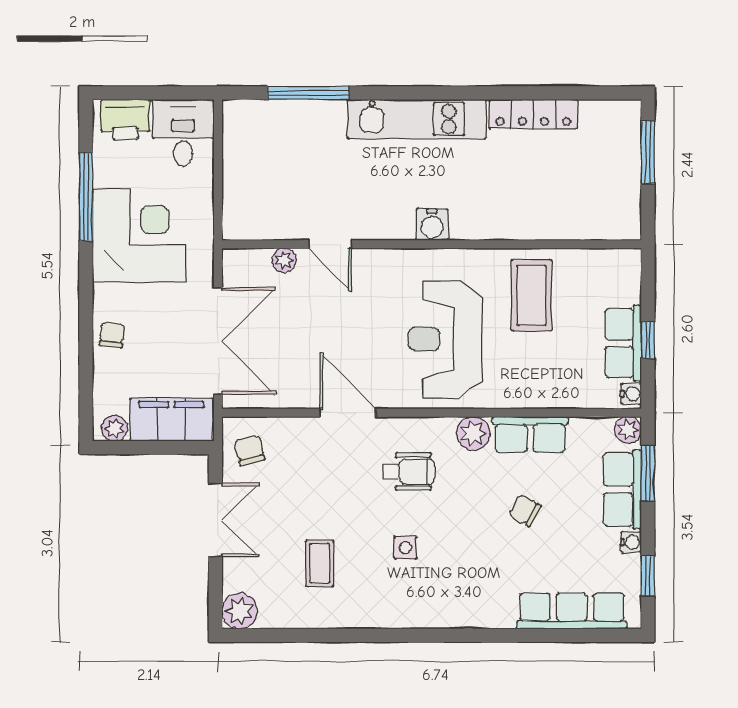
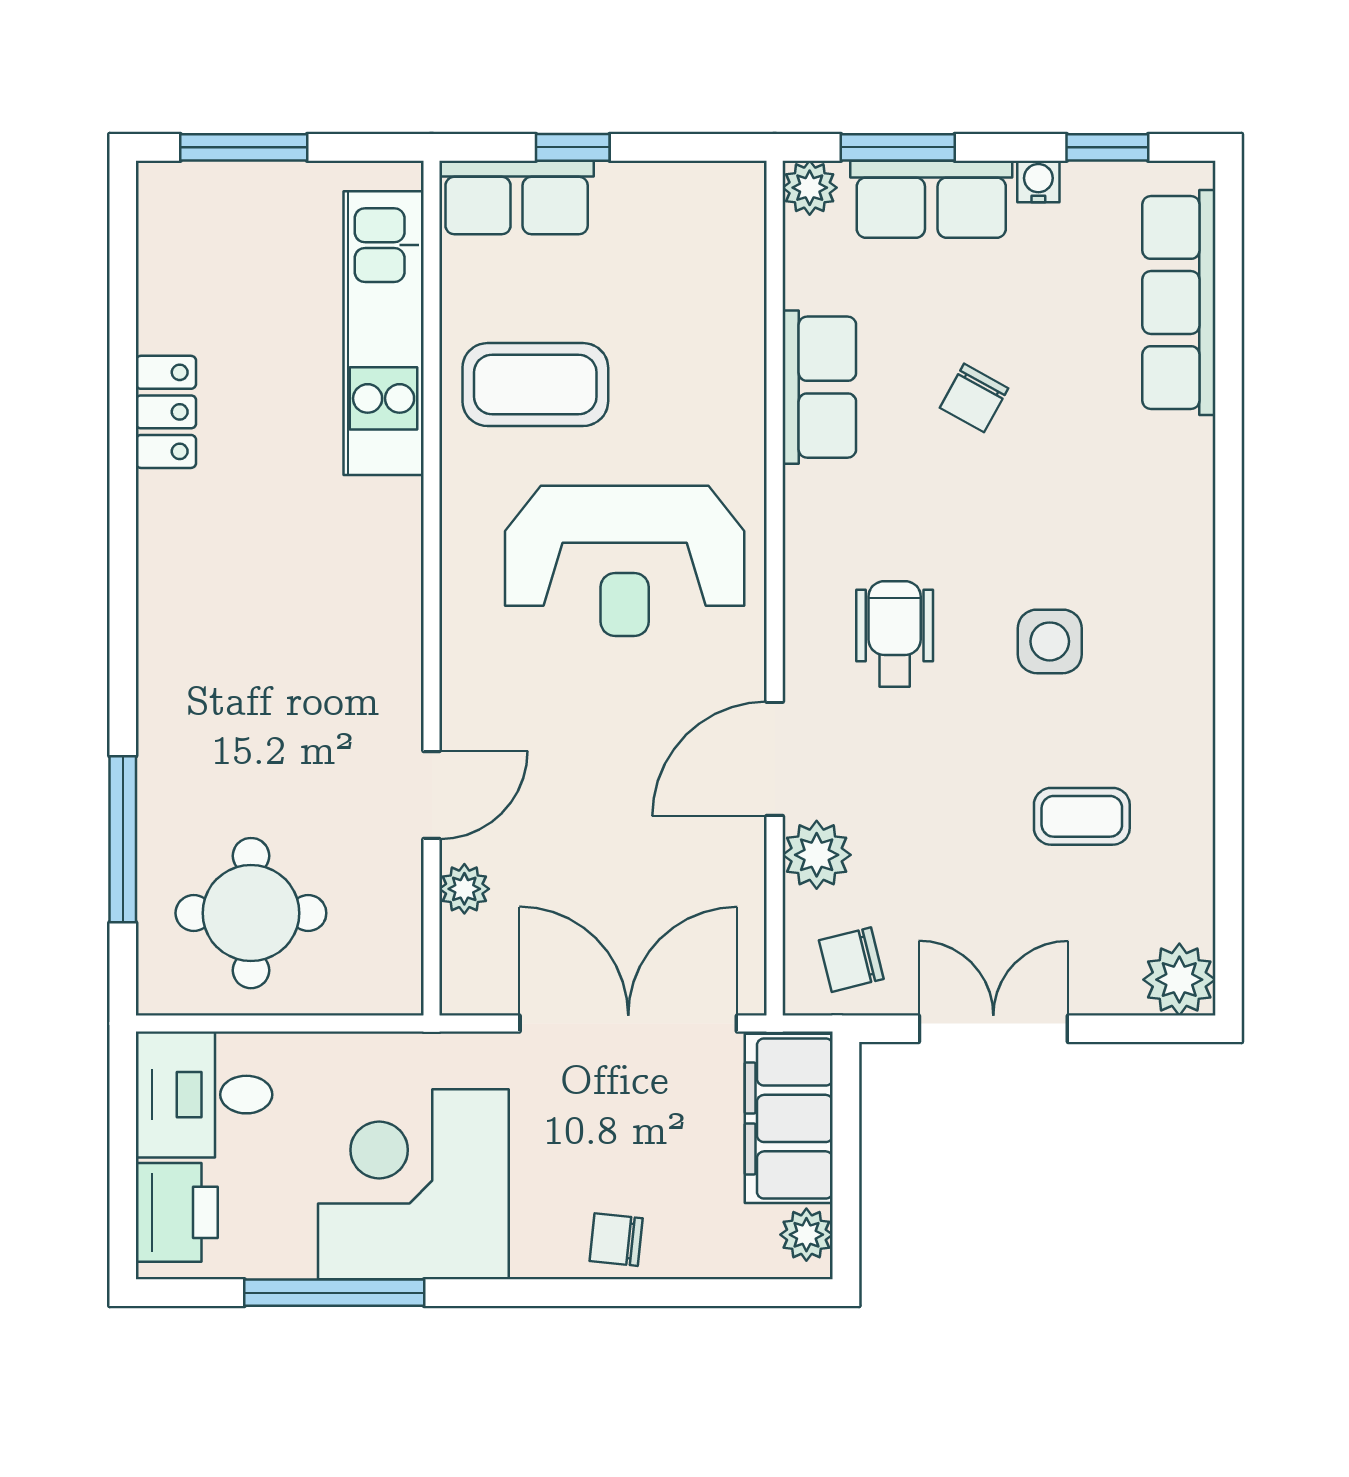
locker: (533, 114) -> (166, 412), width x0.66
kitchen unit: (417, 119) -> (384, 333), moved, turned 180
round table: (272, 156) -> (251, 913), added
water cooler: (432, 225) -> (391, 587), removed
window: (648, 340) -> (573, 147), moved
row of seats: (623, 343) -> (517, 197), moved
water cooler: (631, 394) -> (736, 182), removed
plant: (473, 433) -> (817, 855), moved
side table: (405, 548) -> (1050, 641), width x1.37, depth x1.37

